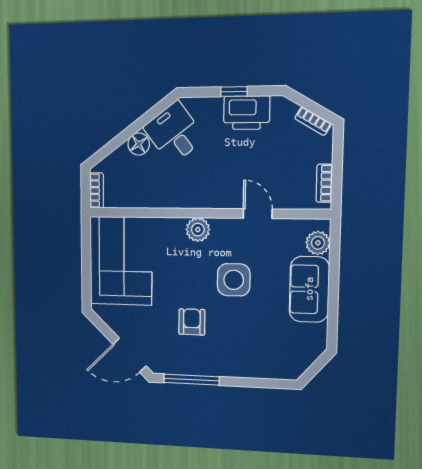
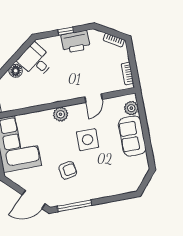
door: (258, 214) -> (94, 98), swing flipped
armchair: (192, 322) -> (68, 170), turned 80

